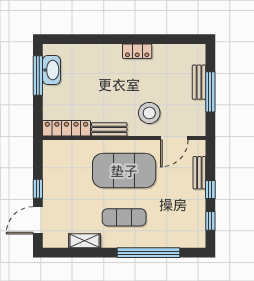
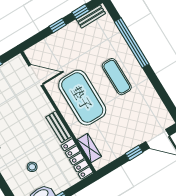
stool: (149, 113) -> (32, 167), moved, width x0.53, depth x0.53
bench: (199, 173) -> (91, 16), moved
shelving: (85, 241) -> (89, 148), moved

